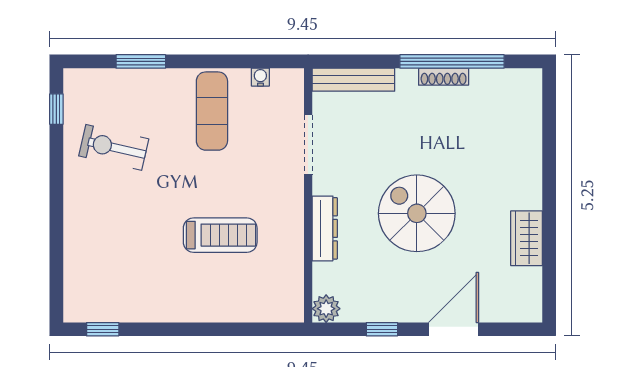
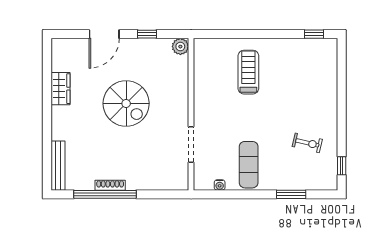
bench: (353, 80) -> (58, 166), moved, turned 90
exercise bike: (114, 147) -> (307, 143), width x0.73, depth x0.72
dresser: (325, 228) -> (181, 94), removed
treadmill: (220, 235) -> (248, 72), moved, turned 90

